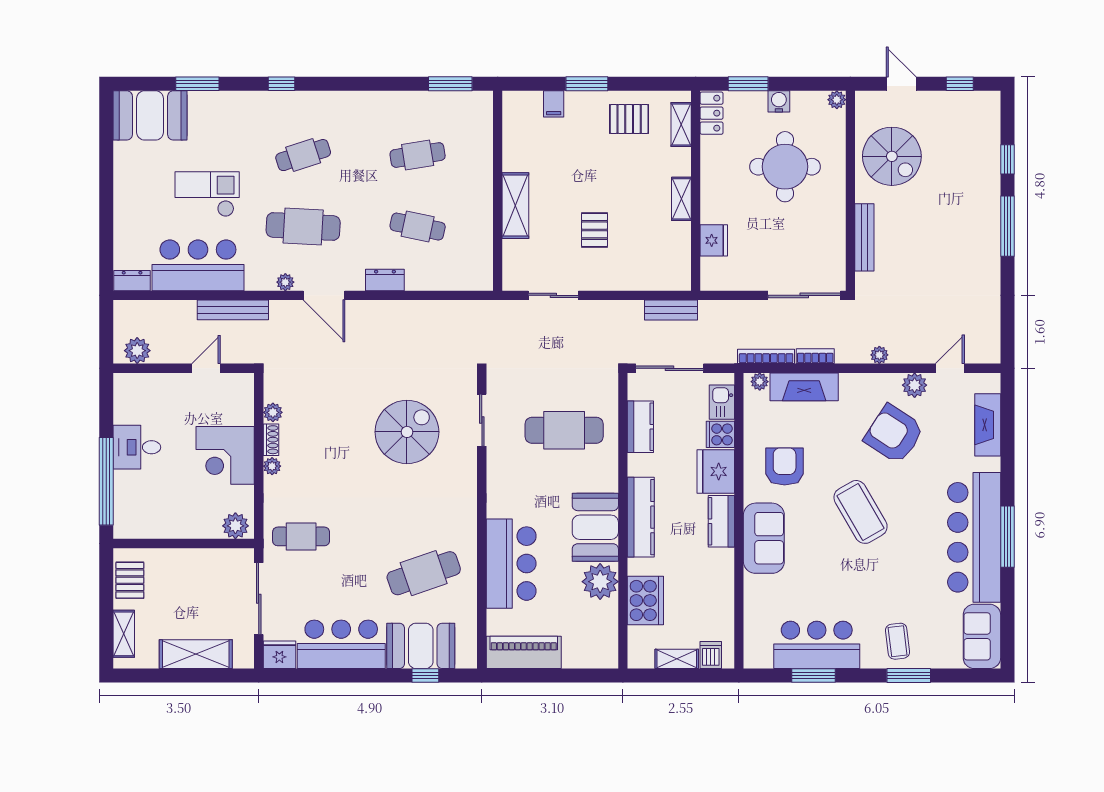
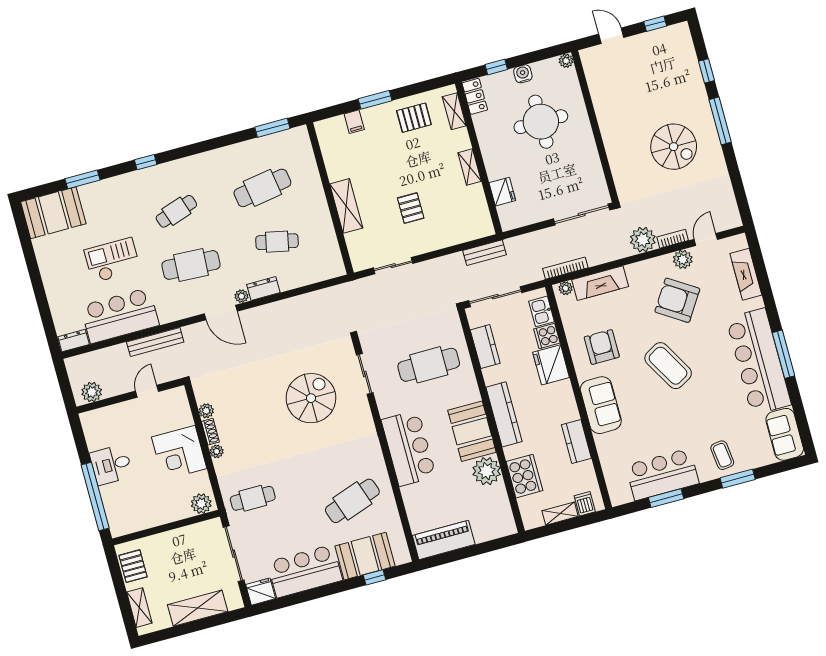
window: (748, 84) -> (496, 67), width x0.67
cafe table: (418, 155) -> (262, 188), width x1.37, depth x1.35
spiral stairs: (892, 156) -> (674, 147), moved
bench: (864, 237) -> (615, 159), removed
plant: (285, 282) -> (241, 296), moved
plant: (879, 355) -> (643, 240), width x1.88, depth x1.88
bookcase: (815, 356) -> (673, 239), moved
kitchen counter: (721, 521) -> (576, 442), moved
bar counter: (511, 564) -> (409, 448), moved

